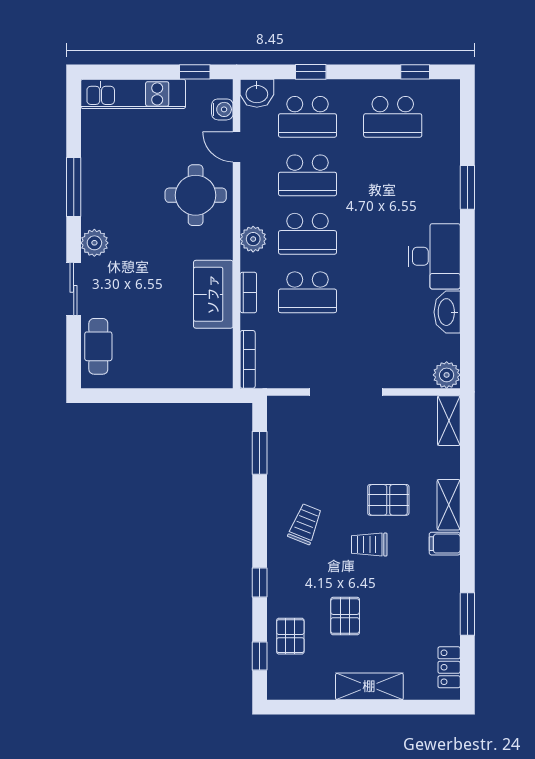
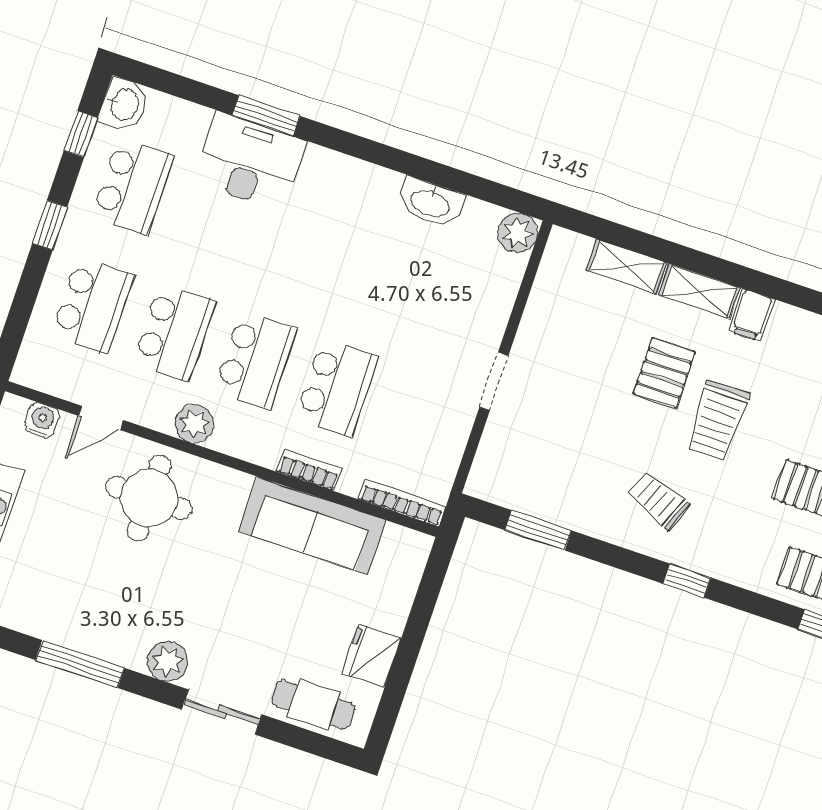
window: (311, 72) -> (50, 225), moved
washbasin: (257, 93) -> (124, 105), moved
plant: (253, 239) -> (194, 424), moved
desk: (434, 256) -> (250, 161), moved
sofa: (213, 294) -> (312, 526), width x1.36
fridge: (142, 373) -> (371, 656), added
doorway: (346, 392) -> (494, 381), width x0.53
shelving: (449, 421) -> (627, 266), moved
trolley: (369, 545) -> (717, 421), width x1.36, depth x1.39
window: (260, 583) -> (687, 581), moved

